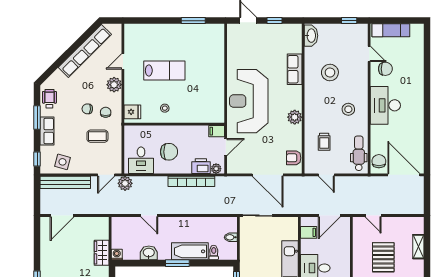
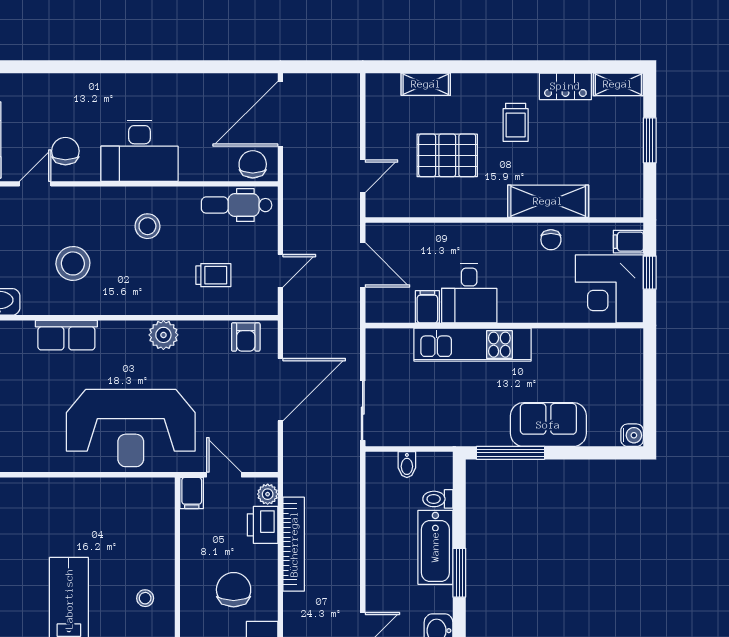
chair: (379, 161) -> (253, 164), turned 90
filing cabinet: (309, 232) -> (427, 307), moved

